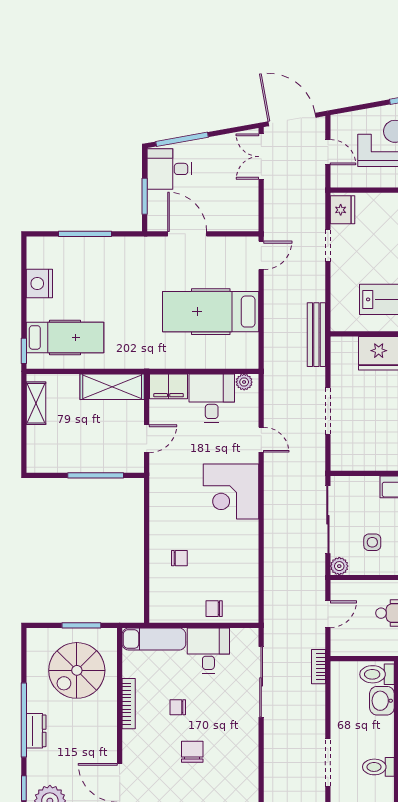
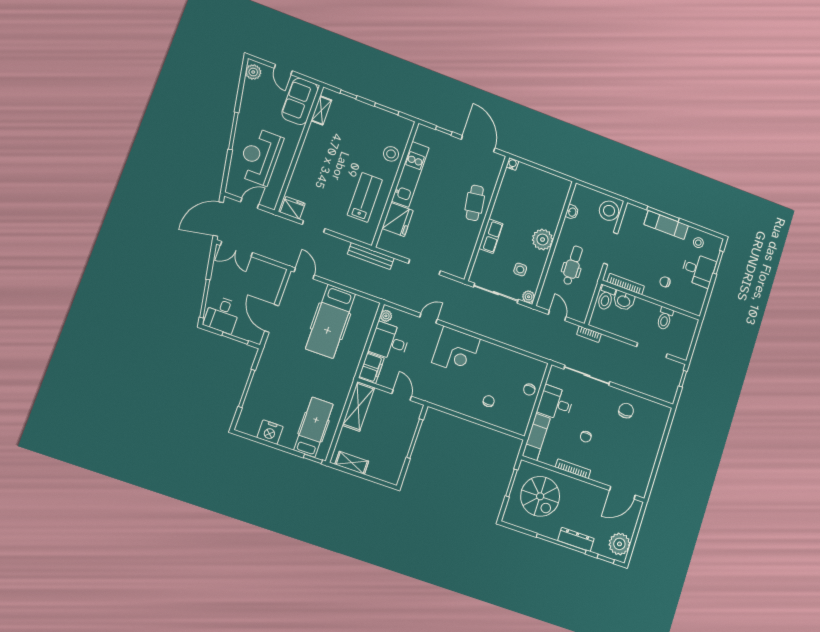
door: (187, 234) -> (272, 318), hinge flipped
dresser: (36, 731) -> (576, 539), width x1.44
chair: (192, 752) -> (626, 411), moved, turned 90

